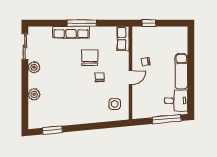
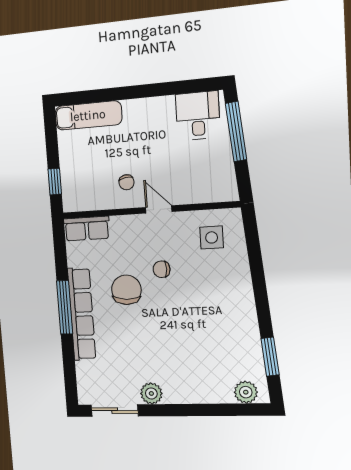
row of seats: (71, 32) -> (82, 314), width x1.36
chair: (90, 58) -> (126, 290), turned 93
exam couch: (181, 71) -> (88, 115), moved
plant: (34, 94) -> (246, 392), moved

